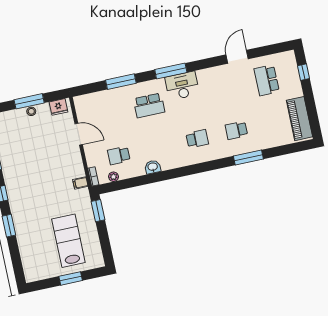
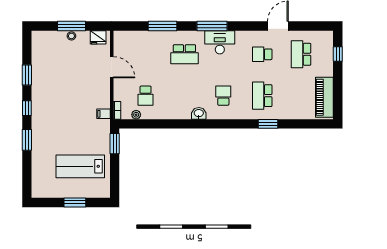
school desk: (227, 89) -> (262, 54), added
school desk: (236, 130) -> (262, 96), width x1.85
school desk: (197, 139) -> (223, 96), turned -90
school desk: (119, 156) -> (146, 96), turned -90
window: (248, 158) -> (268, 124), width x0.69
washbasin: (153, 167) -> (199, 113), moved
lab bench: (68, 241) -> (80, 166), turned -90

